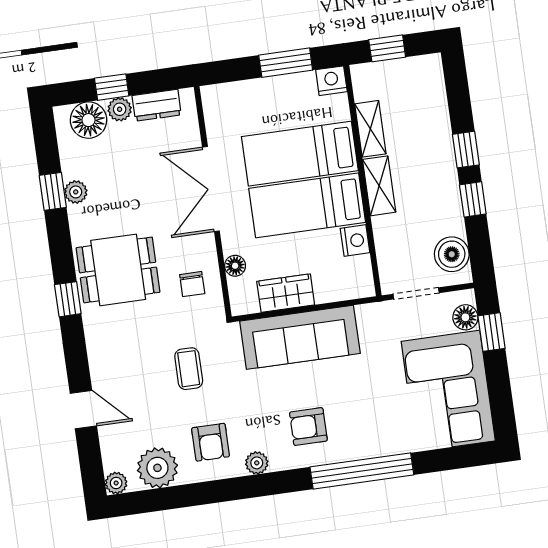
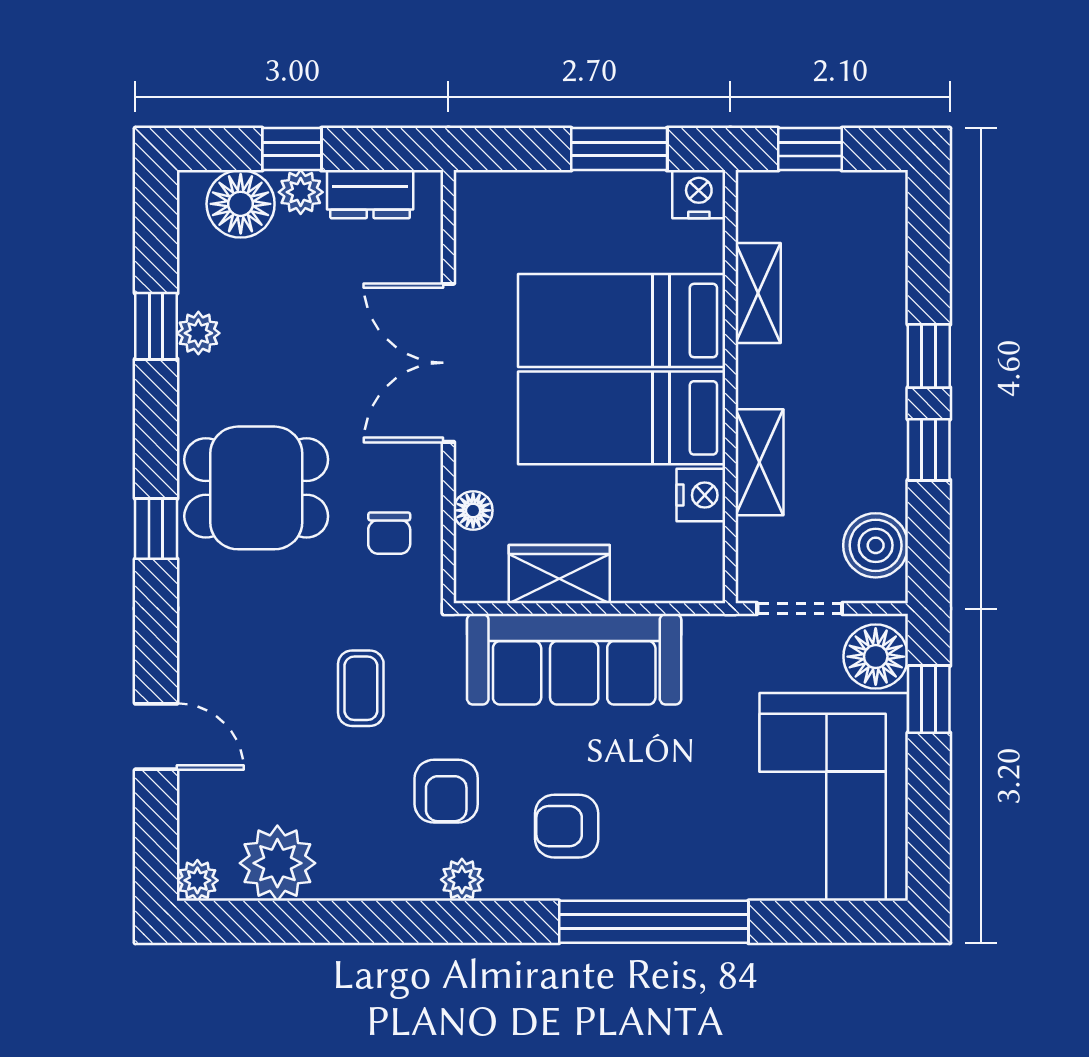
shelving: (379, 186) -> (759, 462), moved
floor lamp: (465, 317) -> (876, 657), width x1.38, depth x1.38
armchair: (211, 442) -> (446, 791), moved

